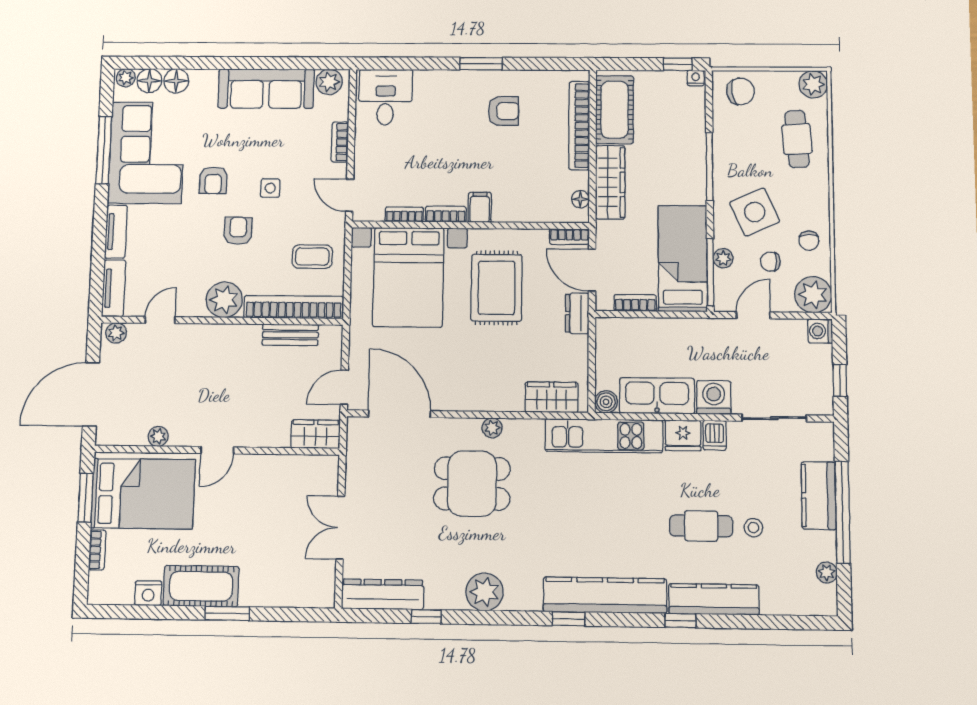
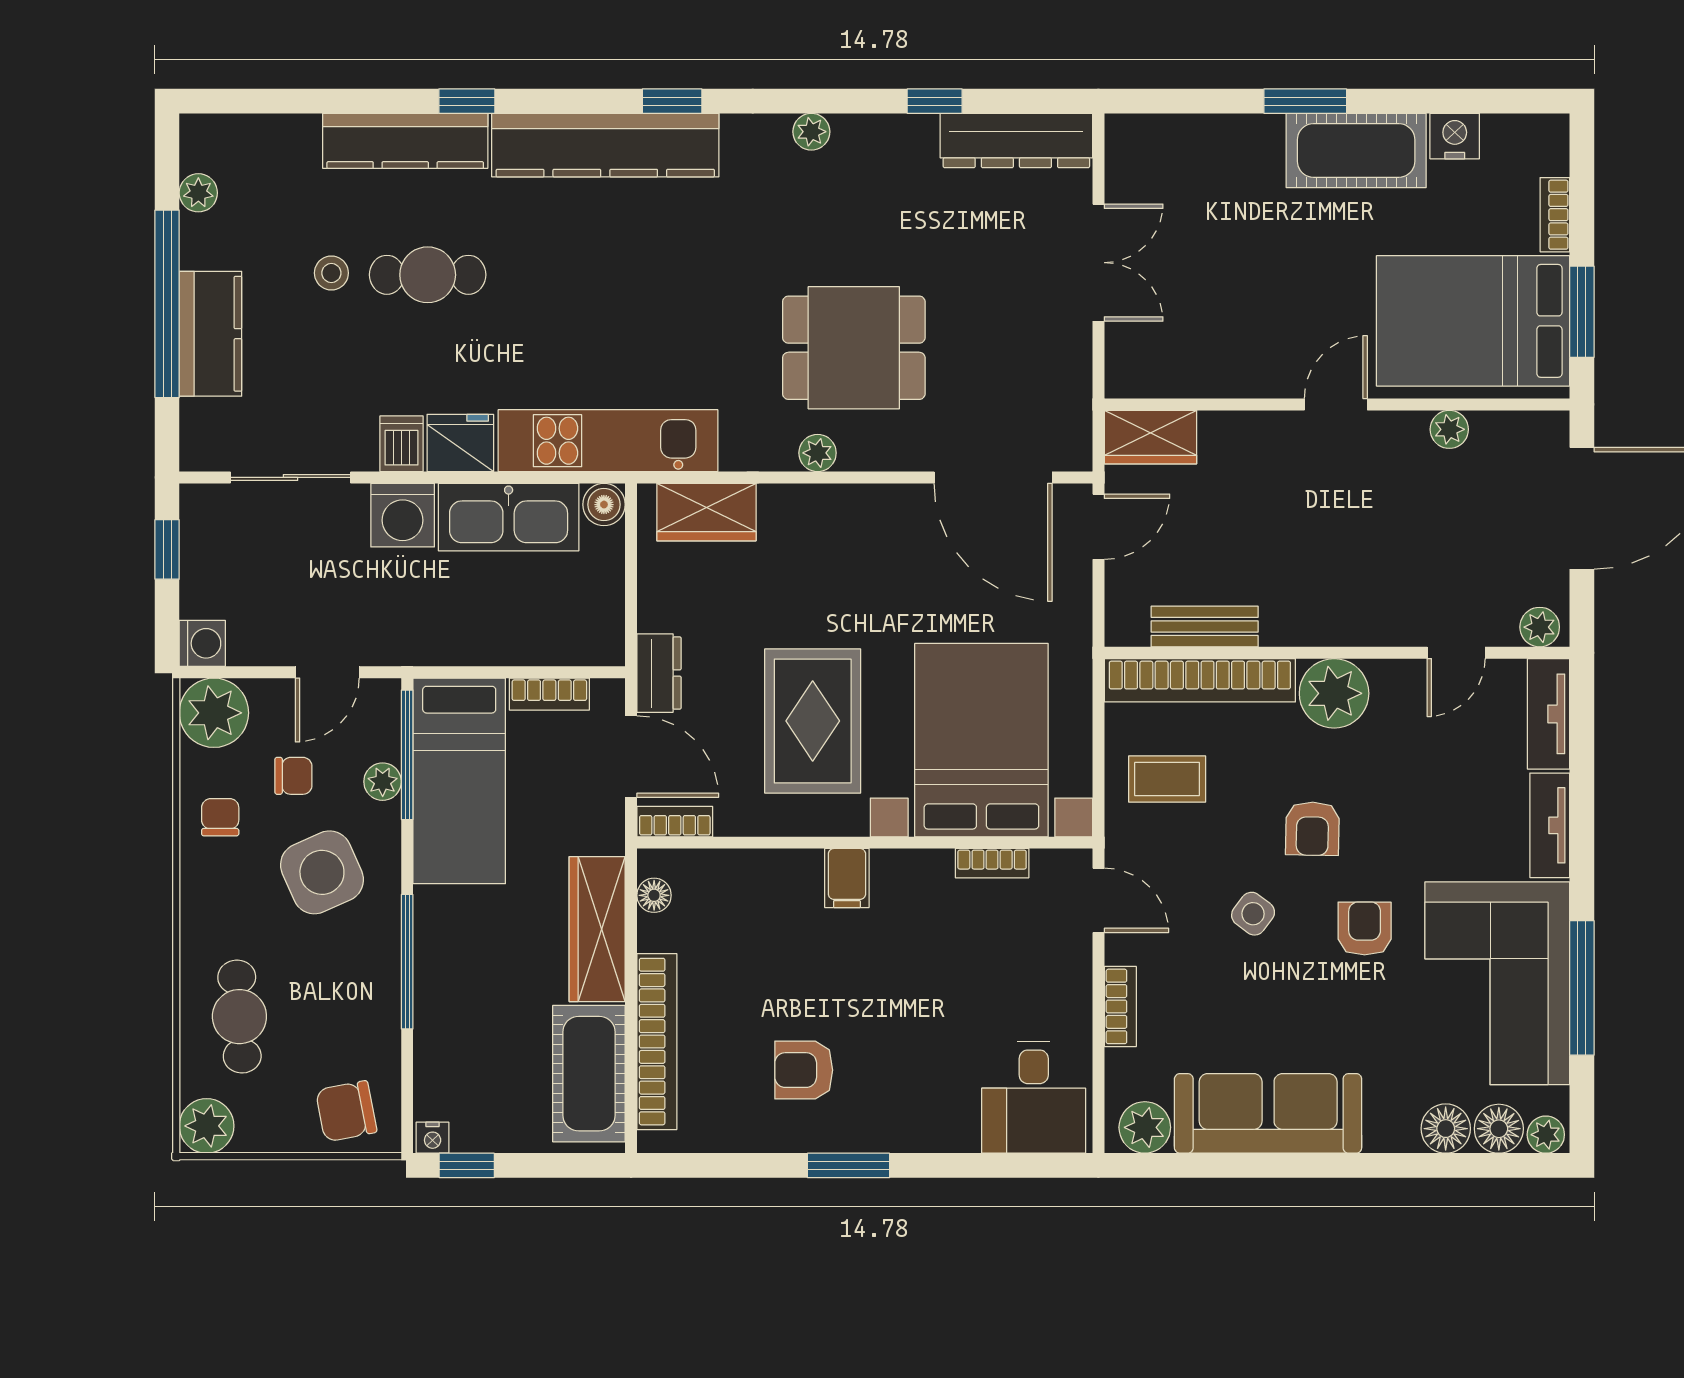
side table: (270, 188) -> (1253, 914), turned 37
bookcase: (446, 214) -> (912, 864), removed
plant: (485, 592) -> (811, 132), width x0.53, depth x0.53

